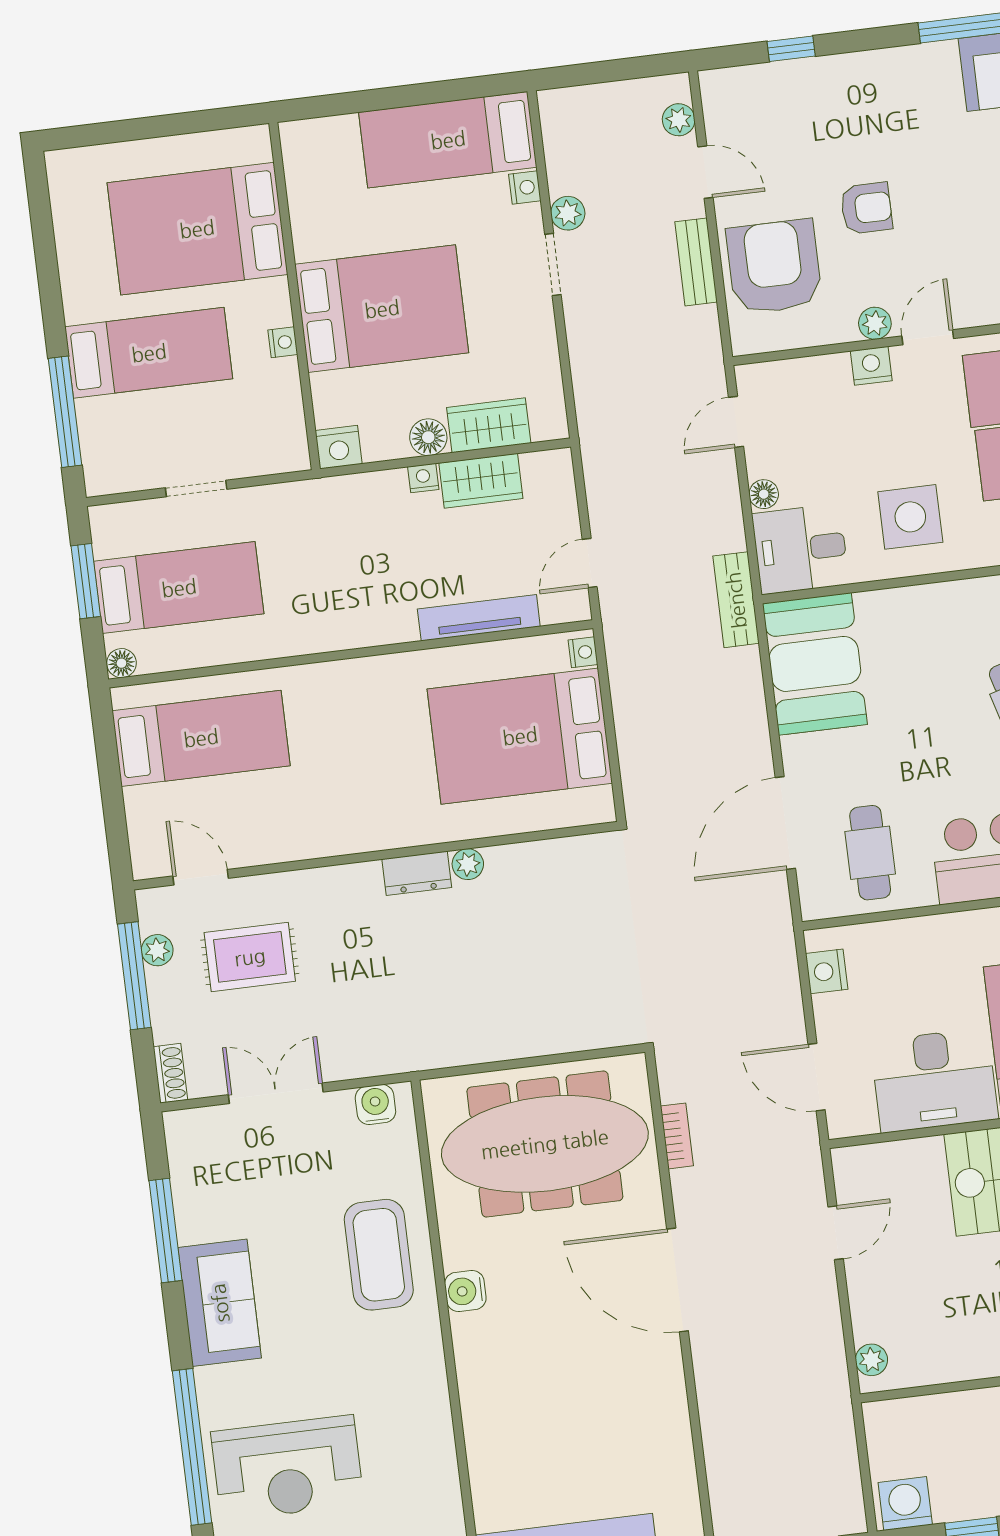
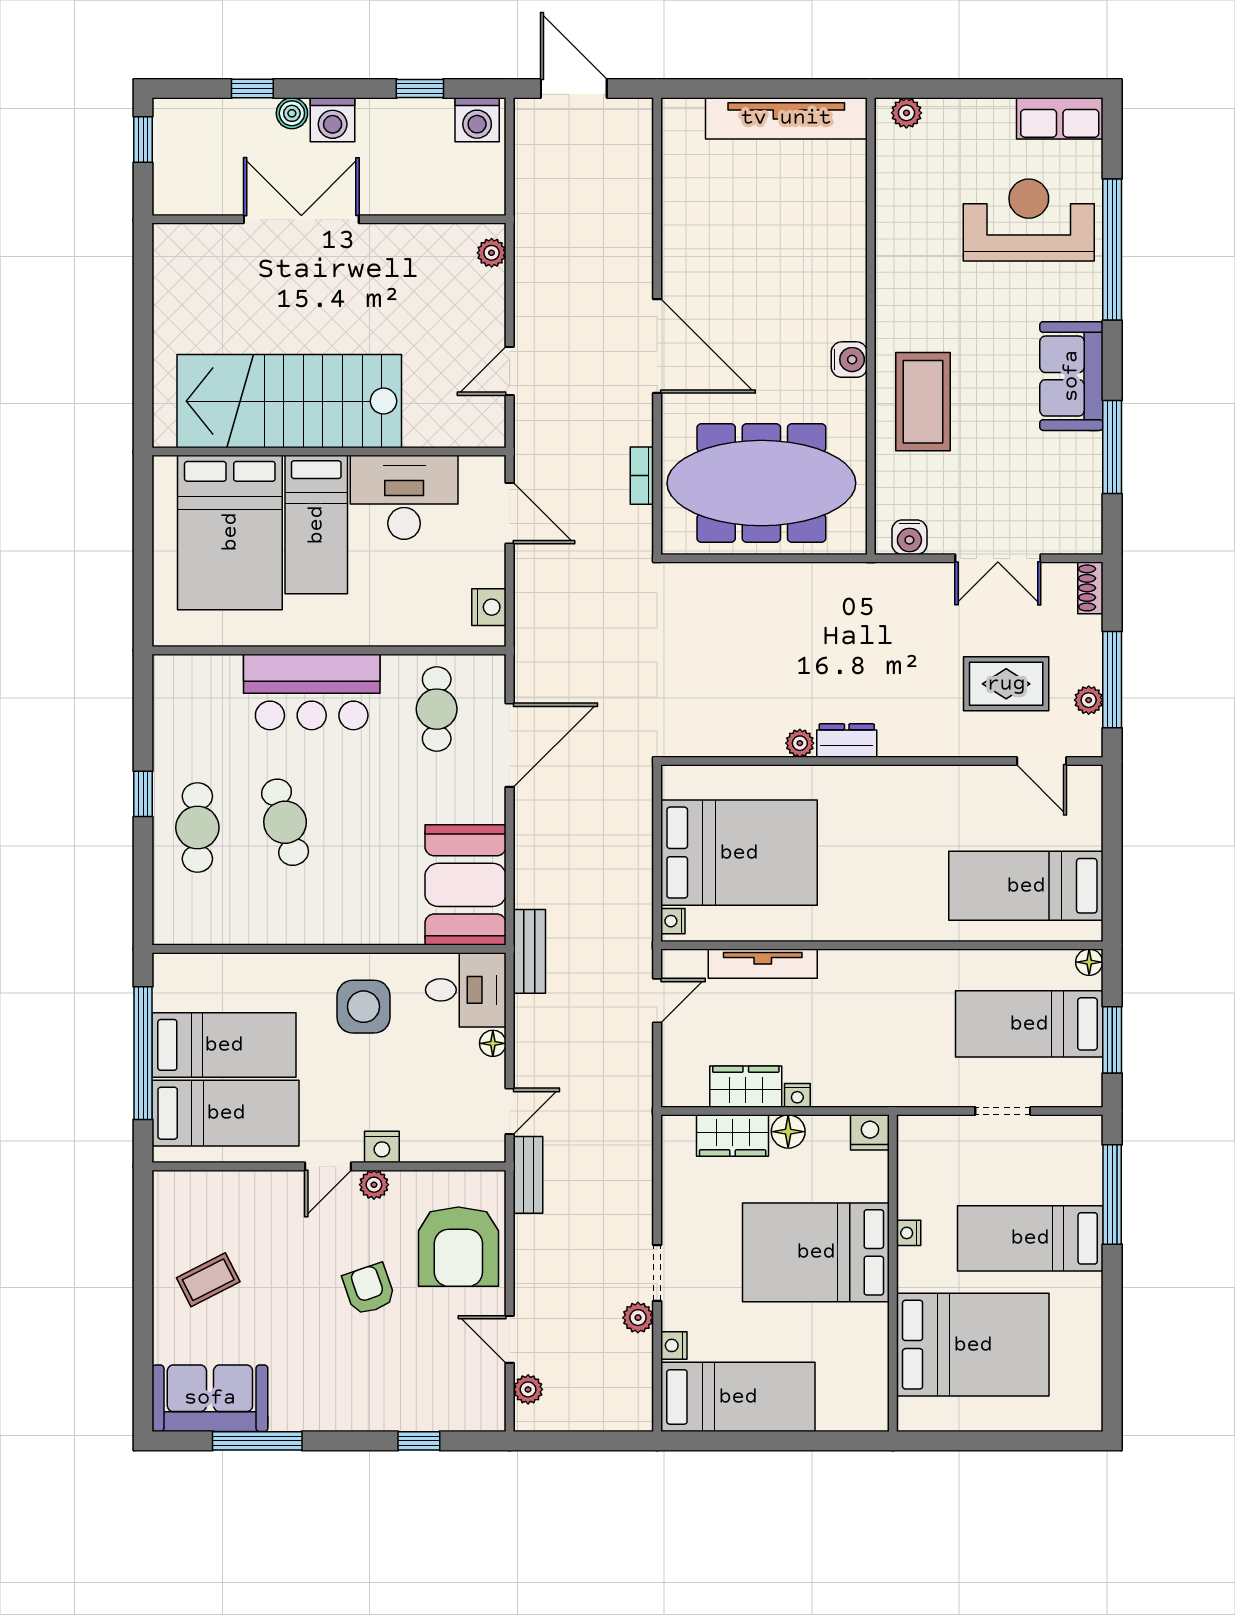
armchair: (866, 208) -> (369, 1289), turned 71
bench: (696, 262) -> (528, 1175), moved

